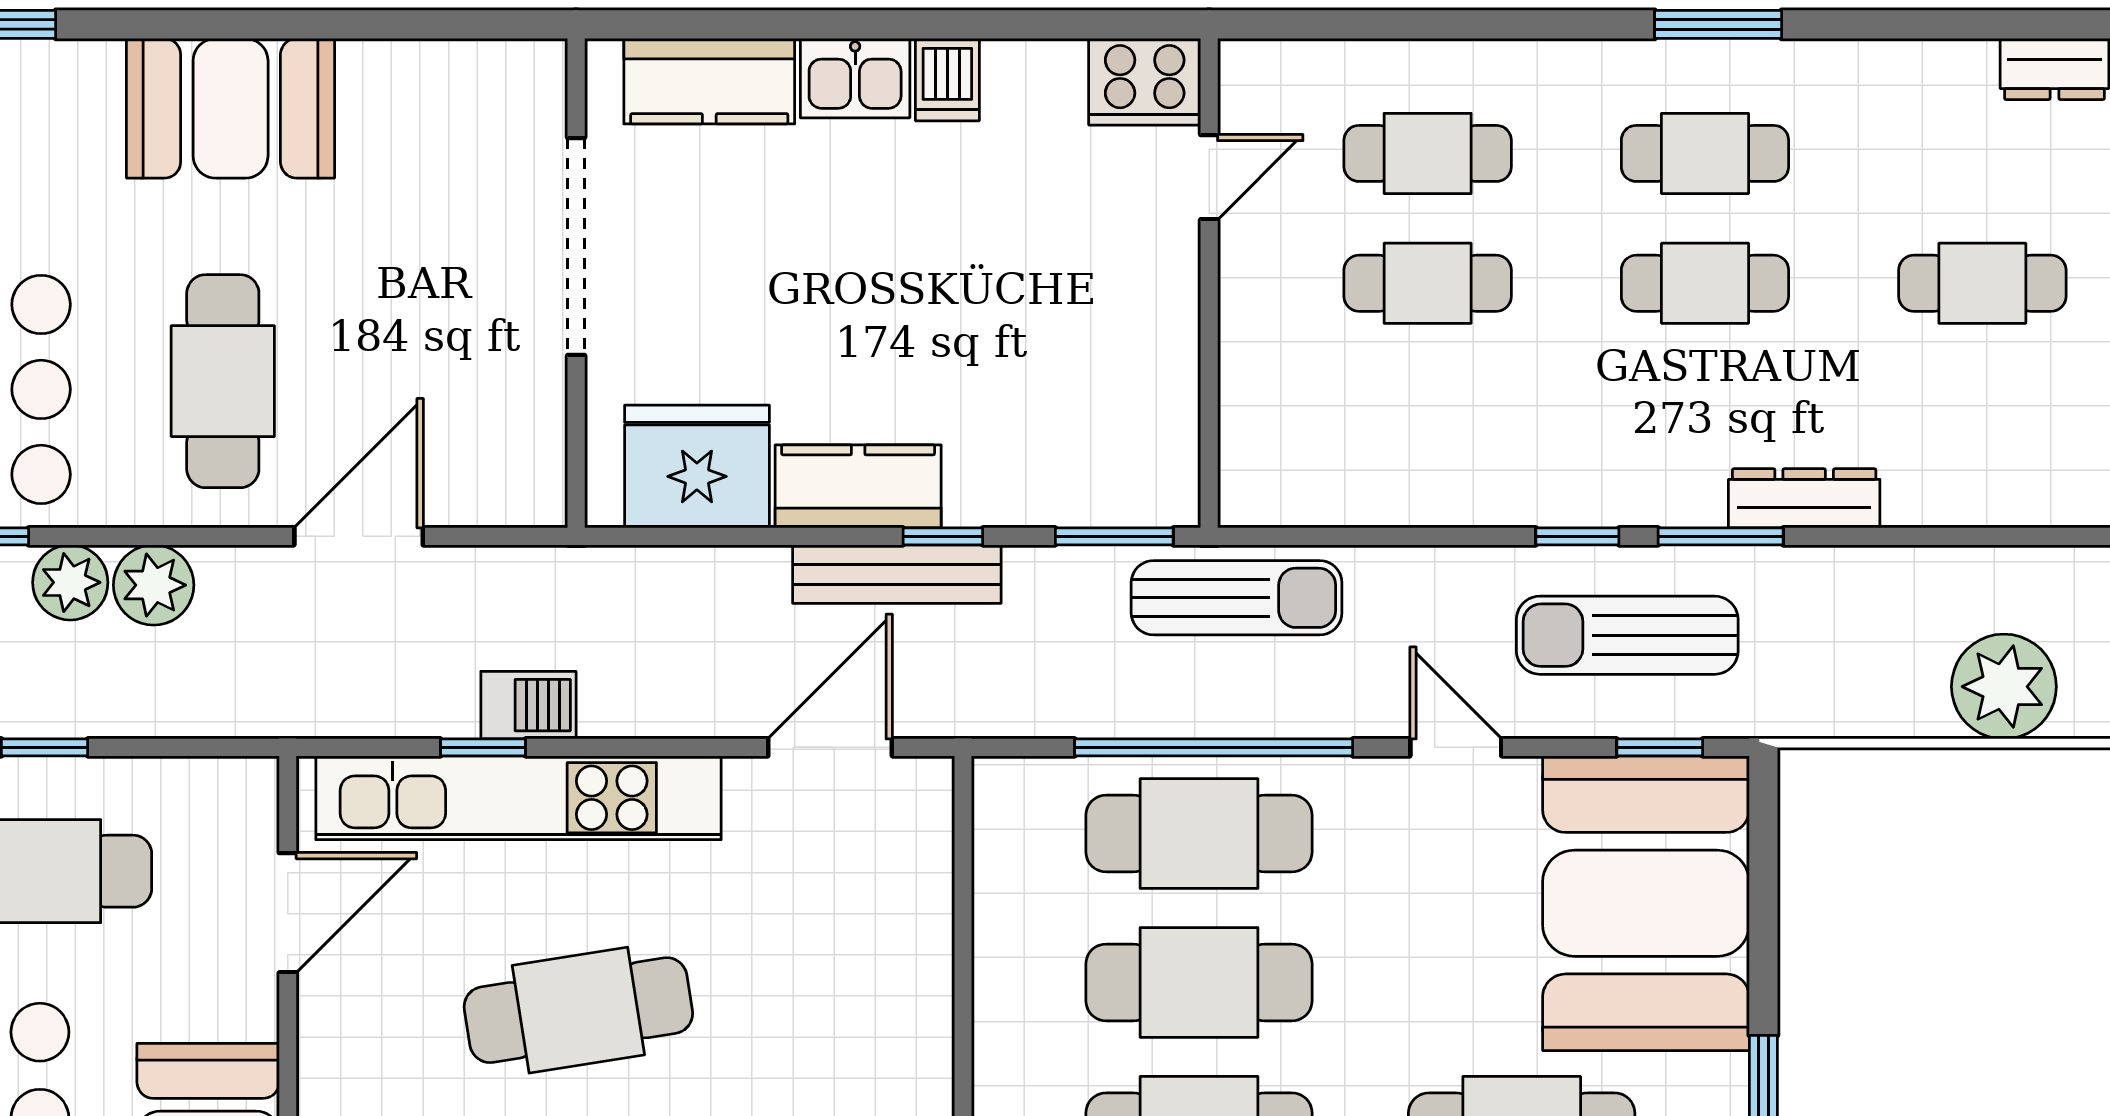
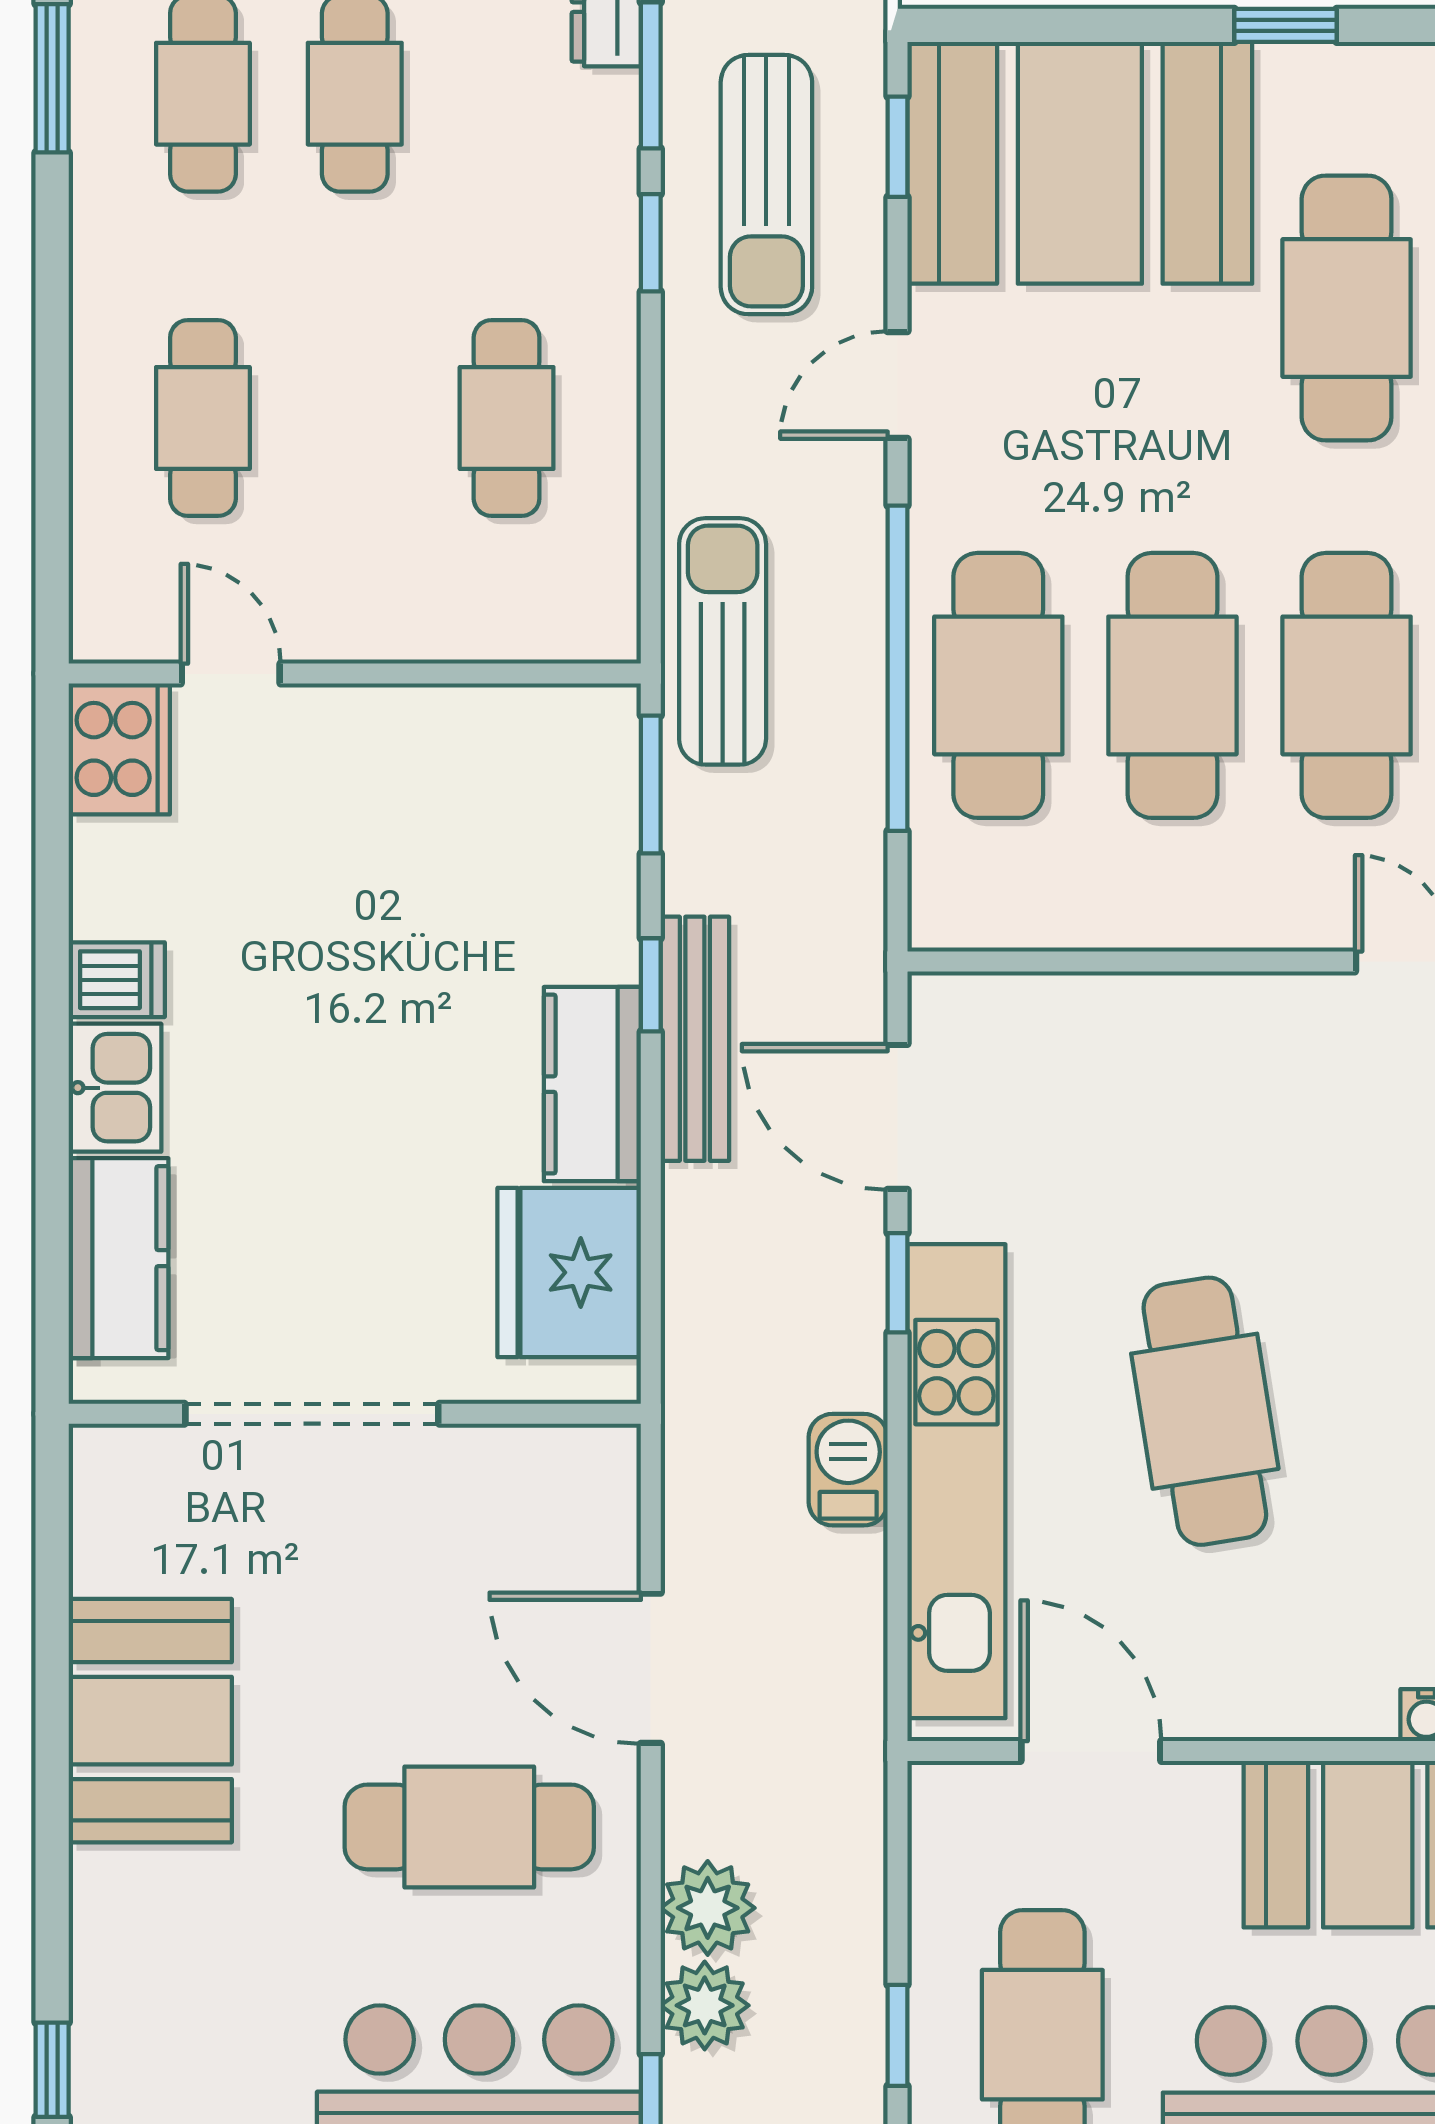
booth: (231, 108) -> (150, 1721), moved
cafe table: (1428, 283) -> (507, 418), moved
window: (483, 747) -> (898, 1283), moved

